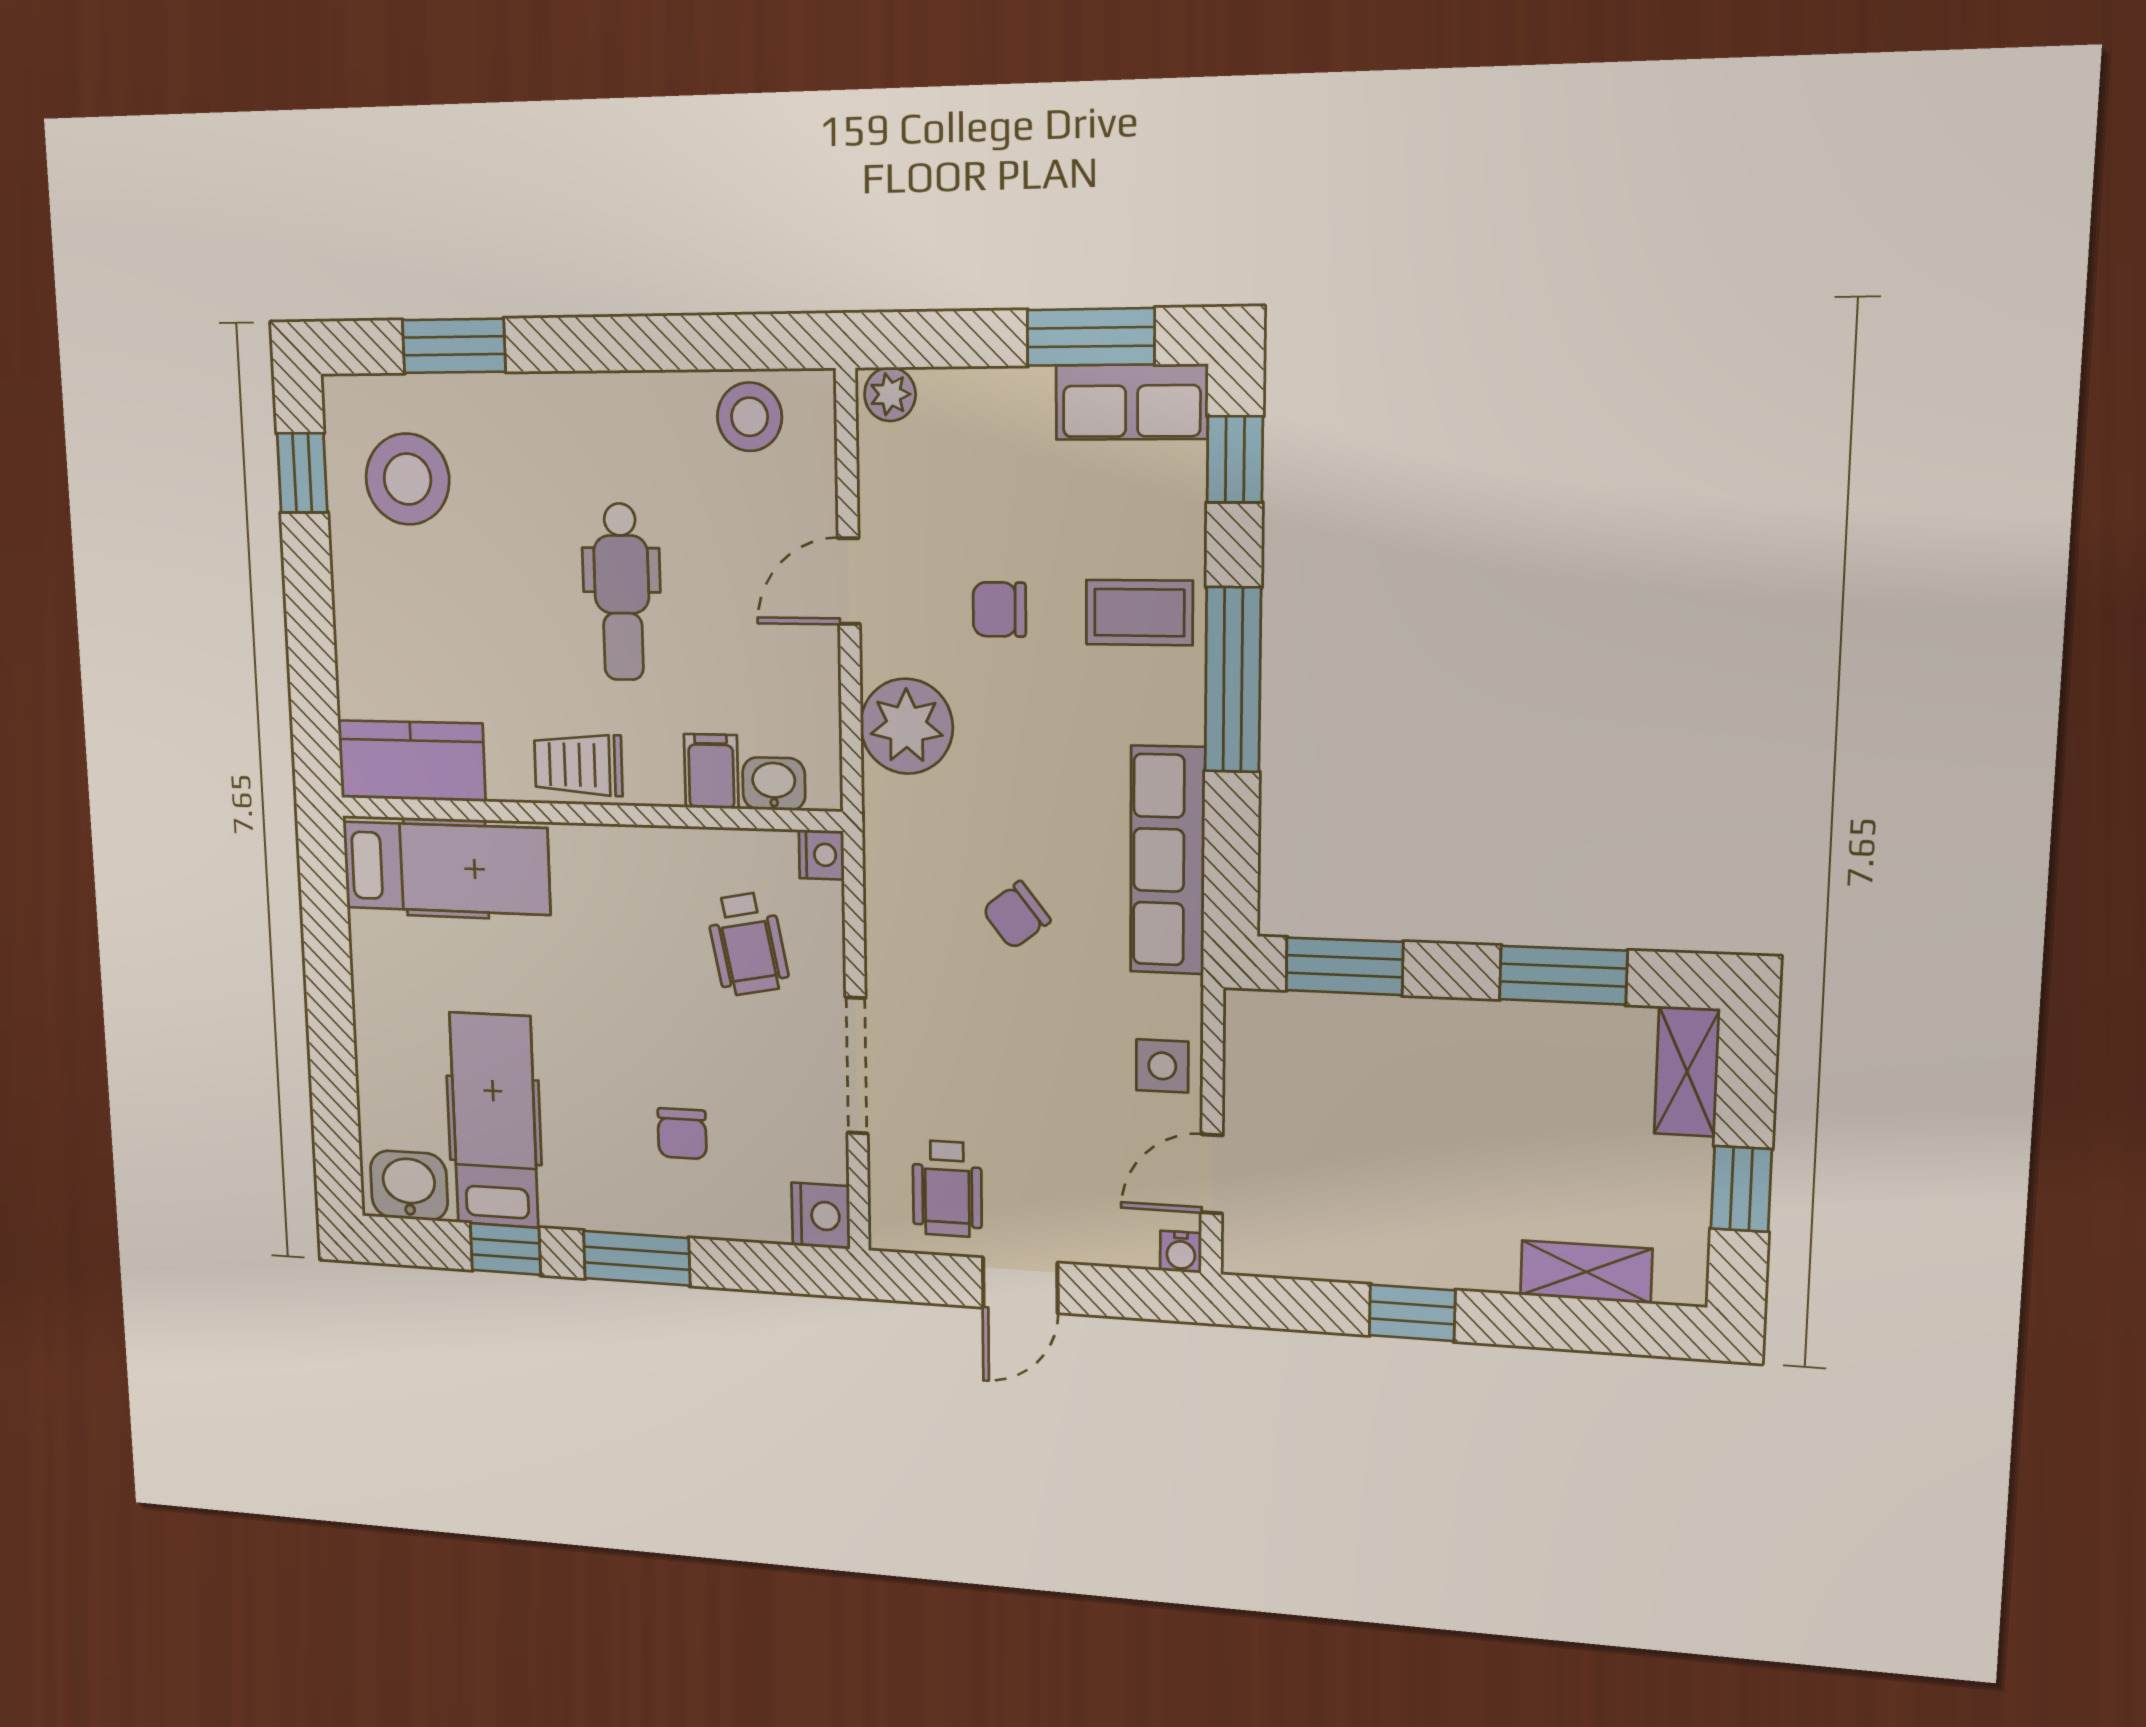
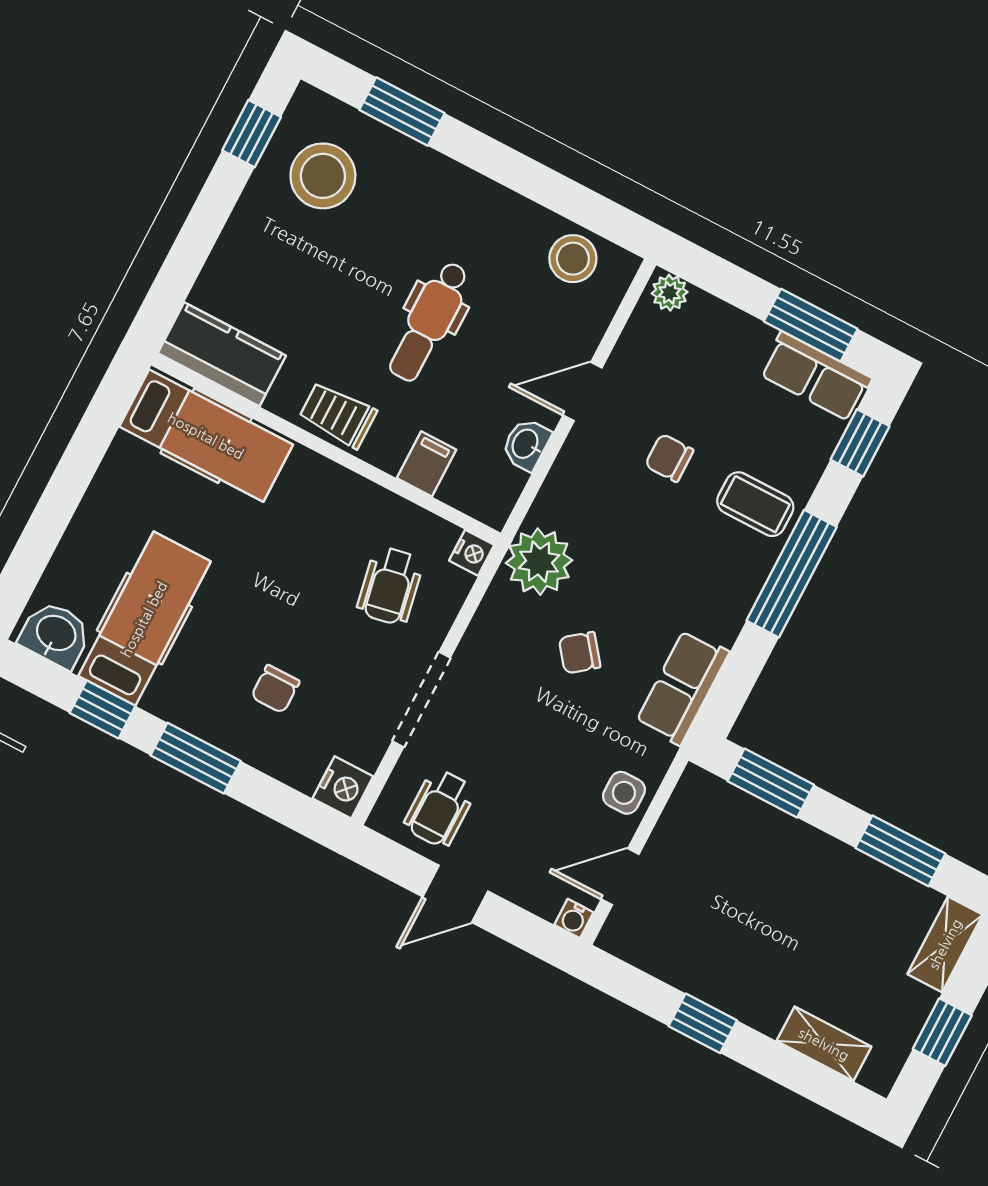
plant: (907, 726) -> (539, 562), moved
washbasin: (774, 784) -> (526, 444), moved, turned -90
row of seats: (1168, 860) -> (682, 687), width x0.68

